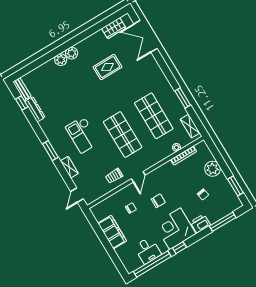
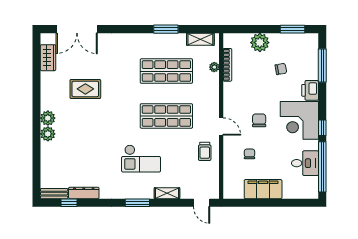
rug: (108, 67) -> (85, 89), turned 90

